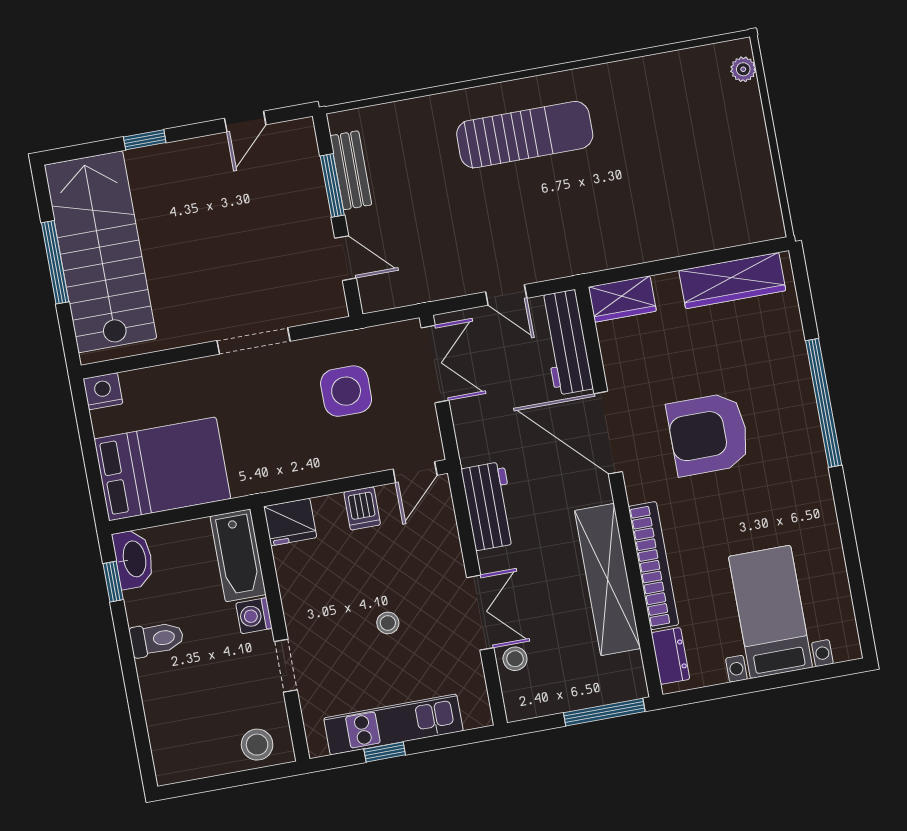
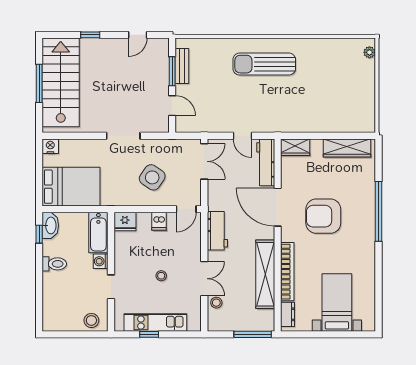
sun lounger: (525, 135) -> (264, 64), turned 180
side table: (346, 391) -> (152, 177), moved, turned 34

